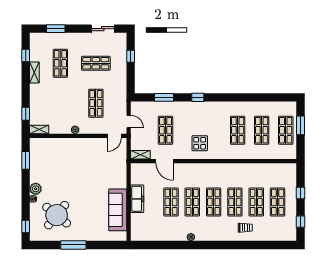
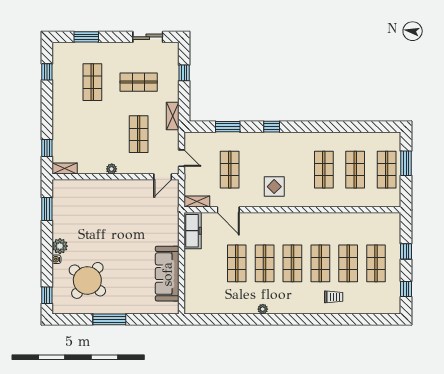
shelving: (34, 72) -> (173, 116), moved
freezer: (137, 199) -> (193, 231), moved

